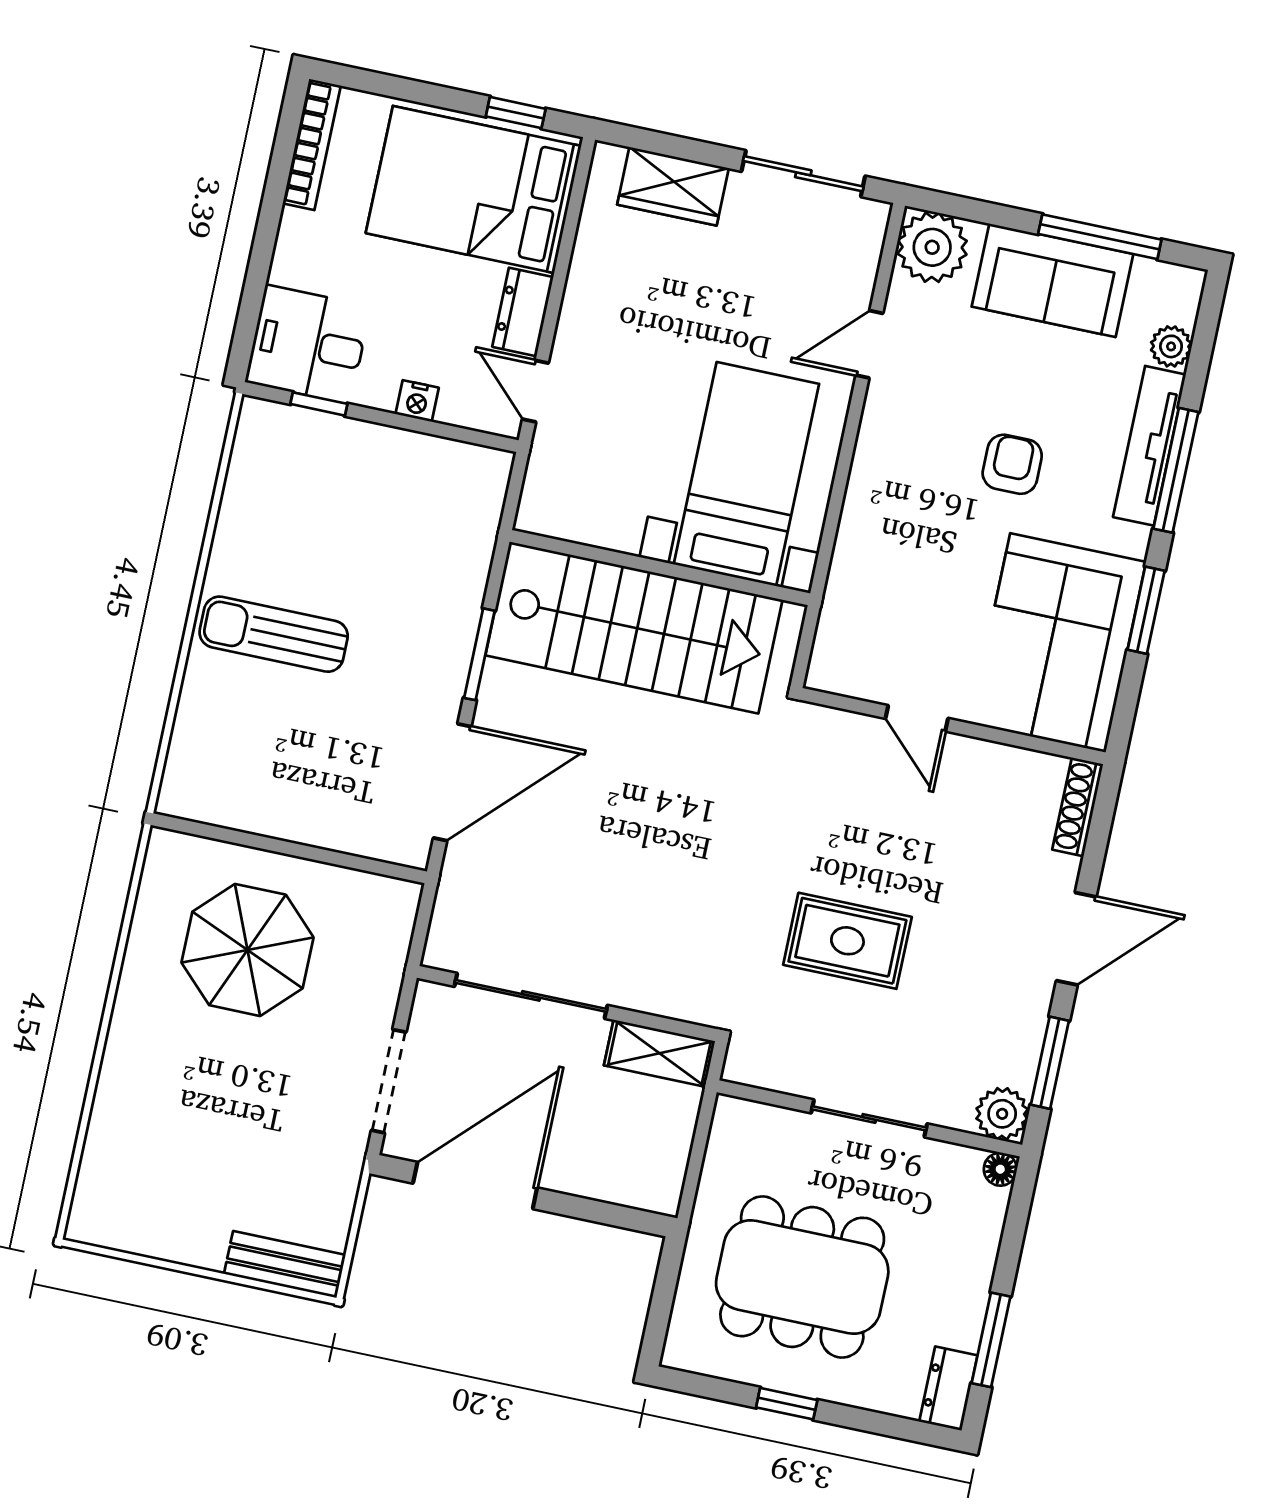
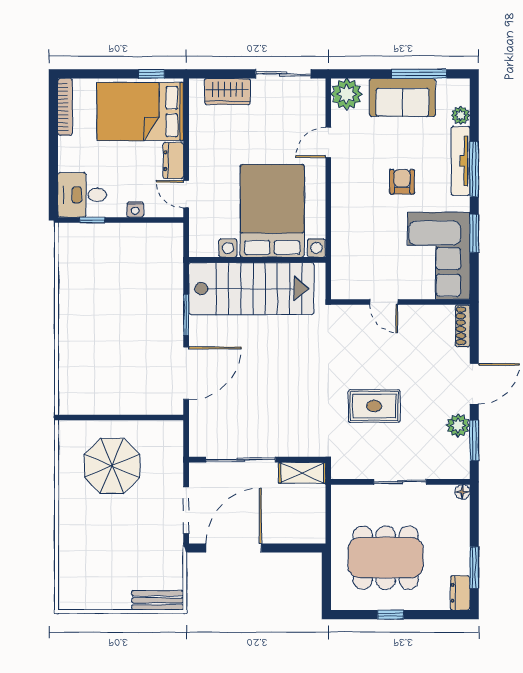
bed with nightstands: (746, 474) -> (272, 211), width x1.36
sun lounger: (274, 634) -> (94, 325), removed
plant: (1002, 1114) -> (458, 425), moved

